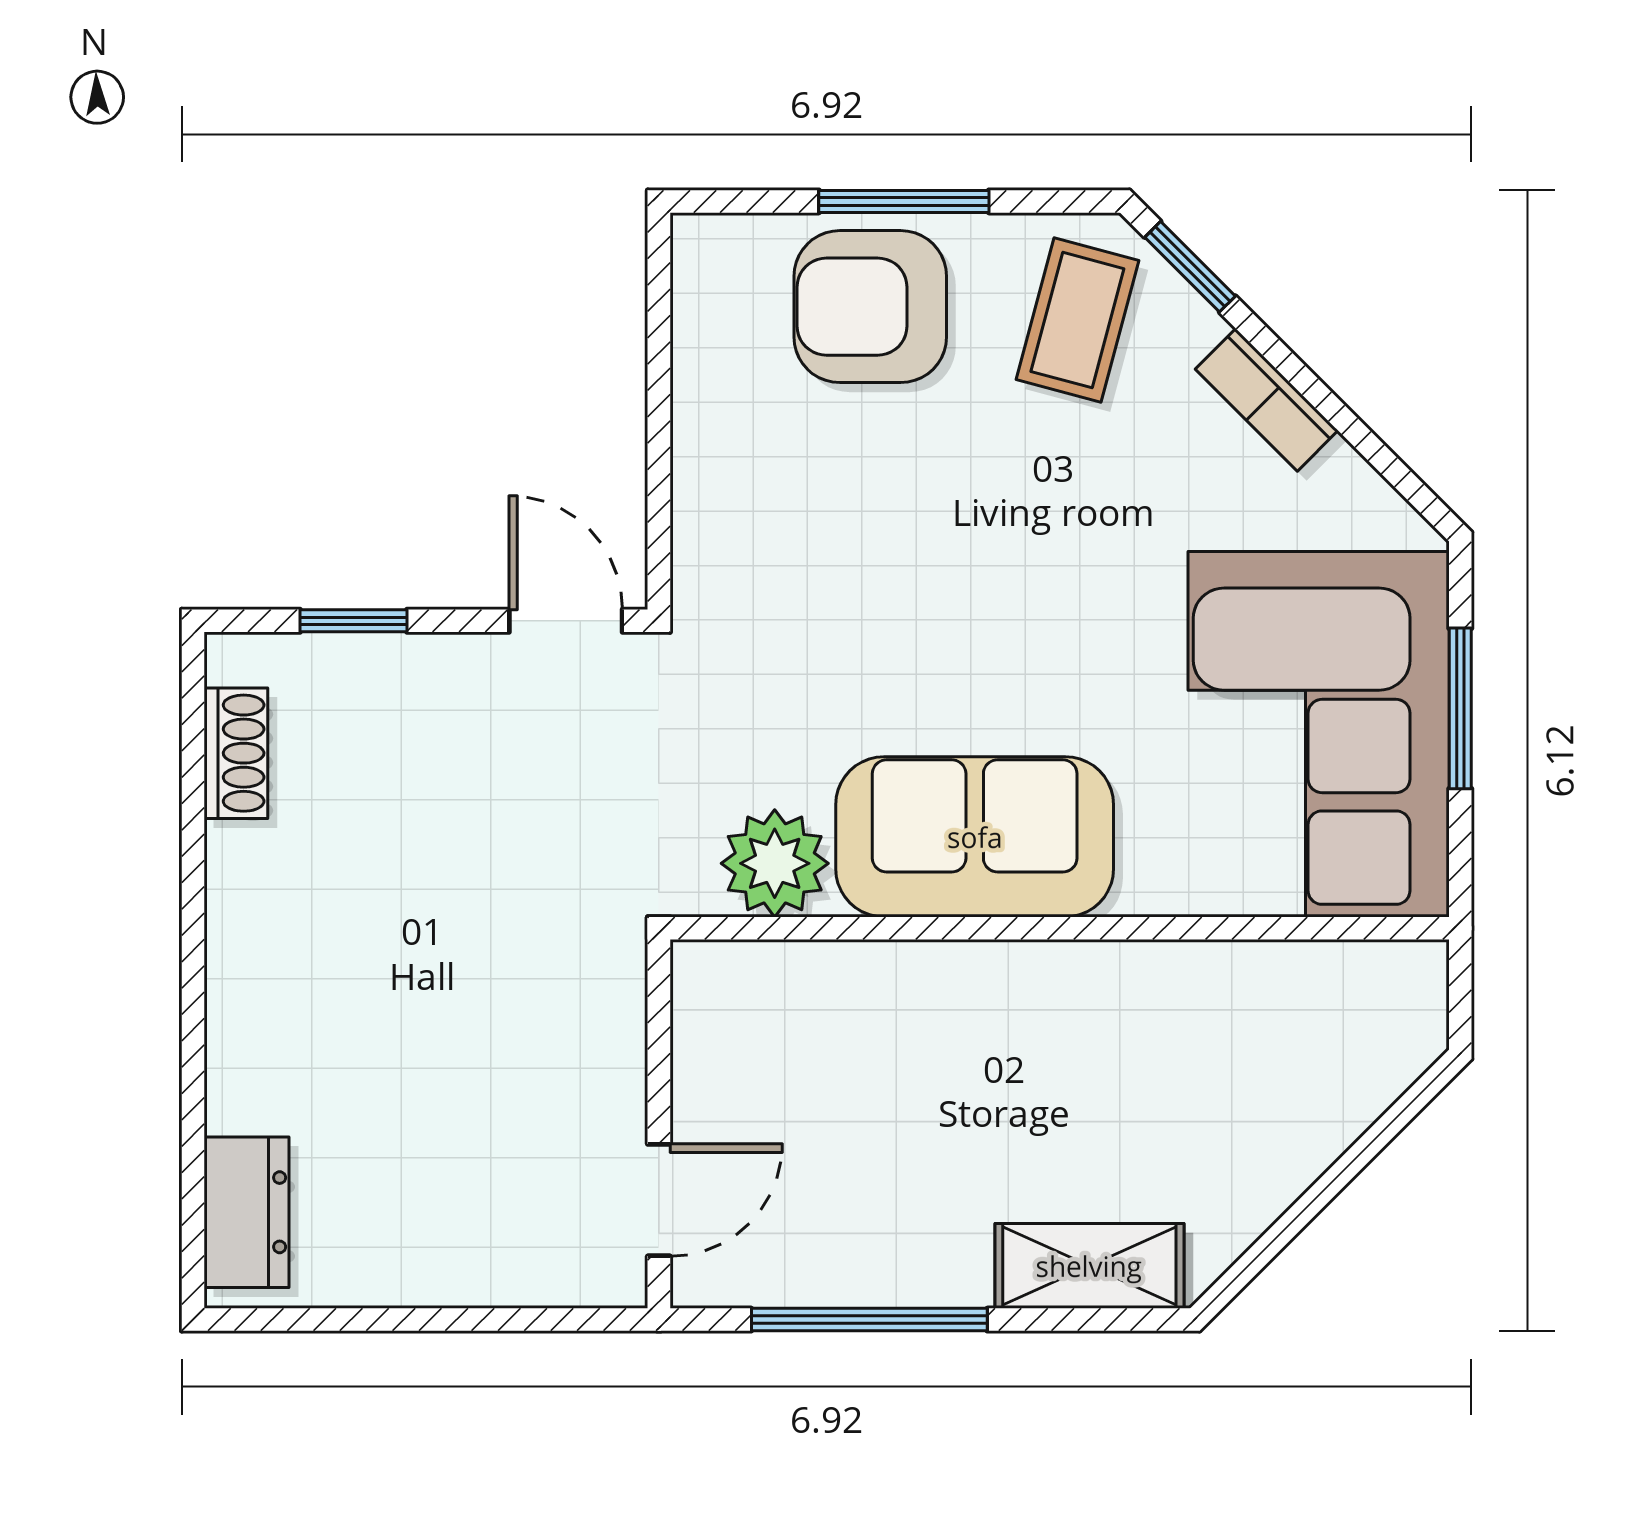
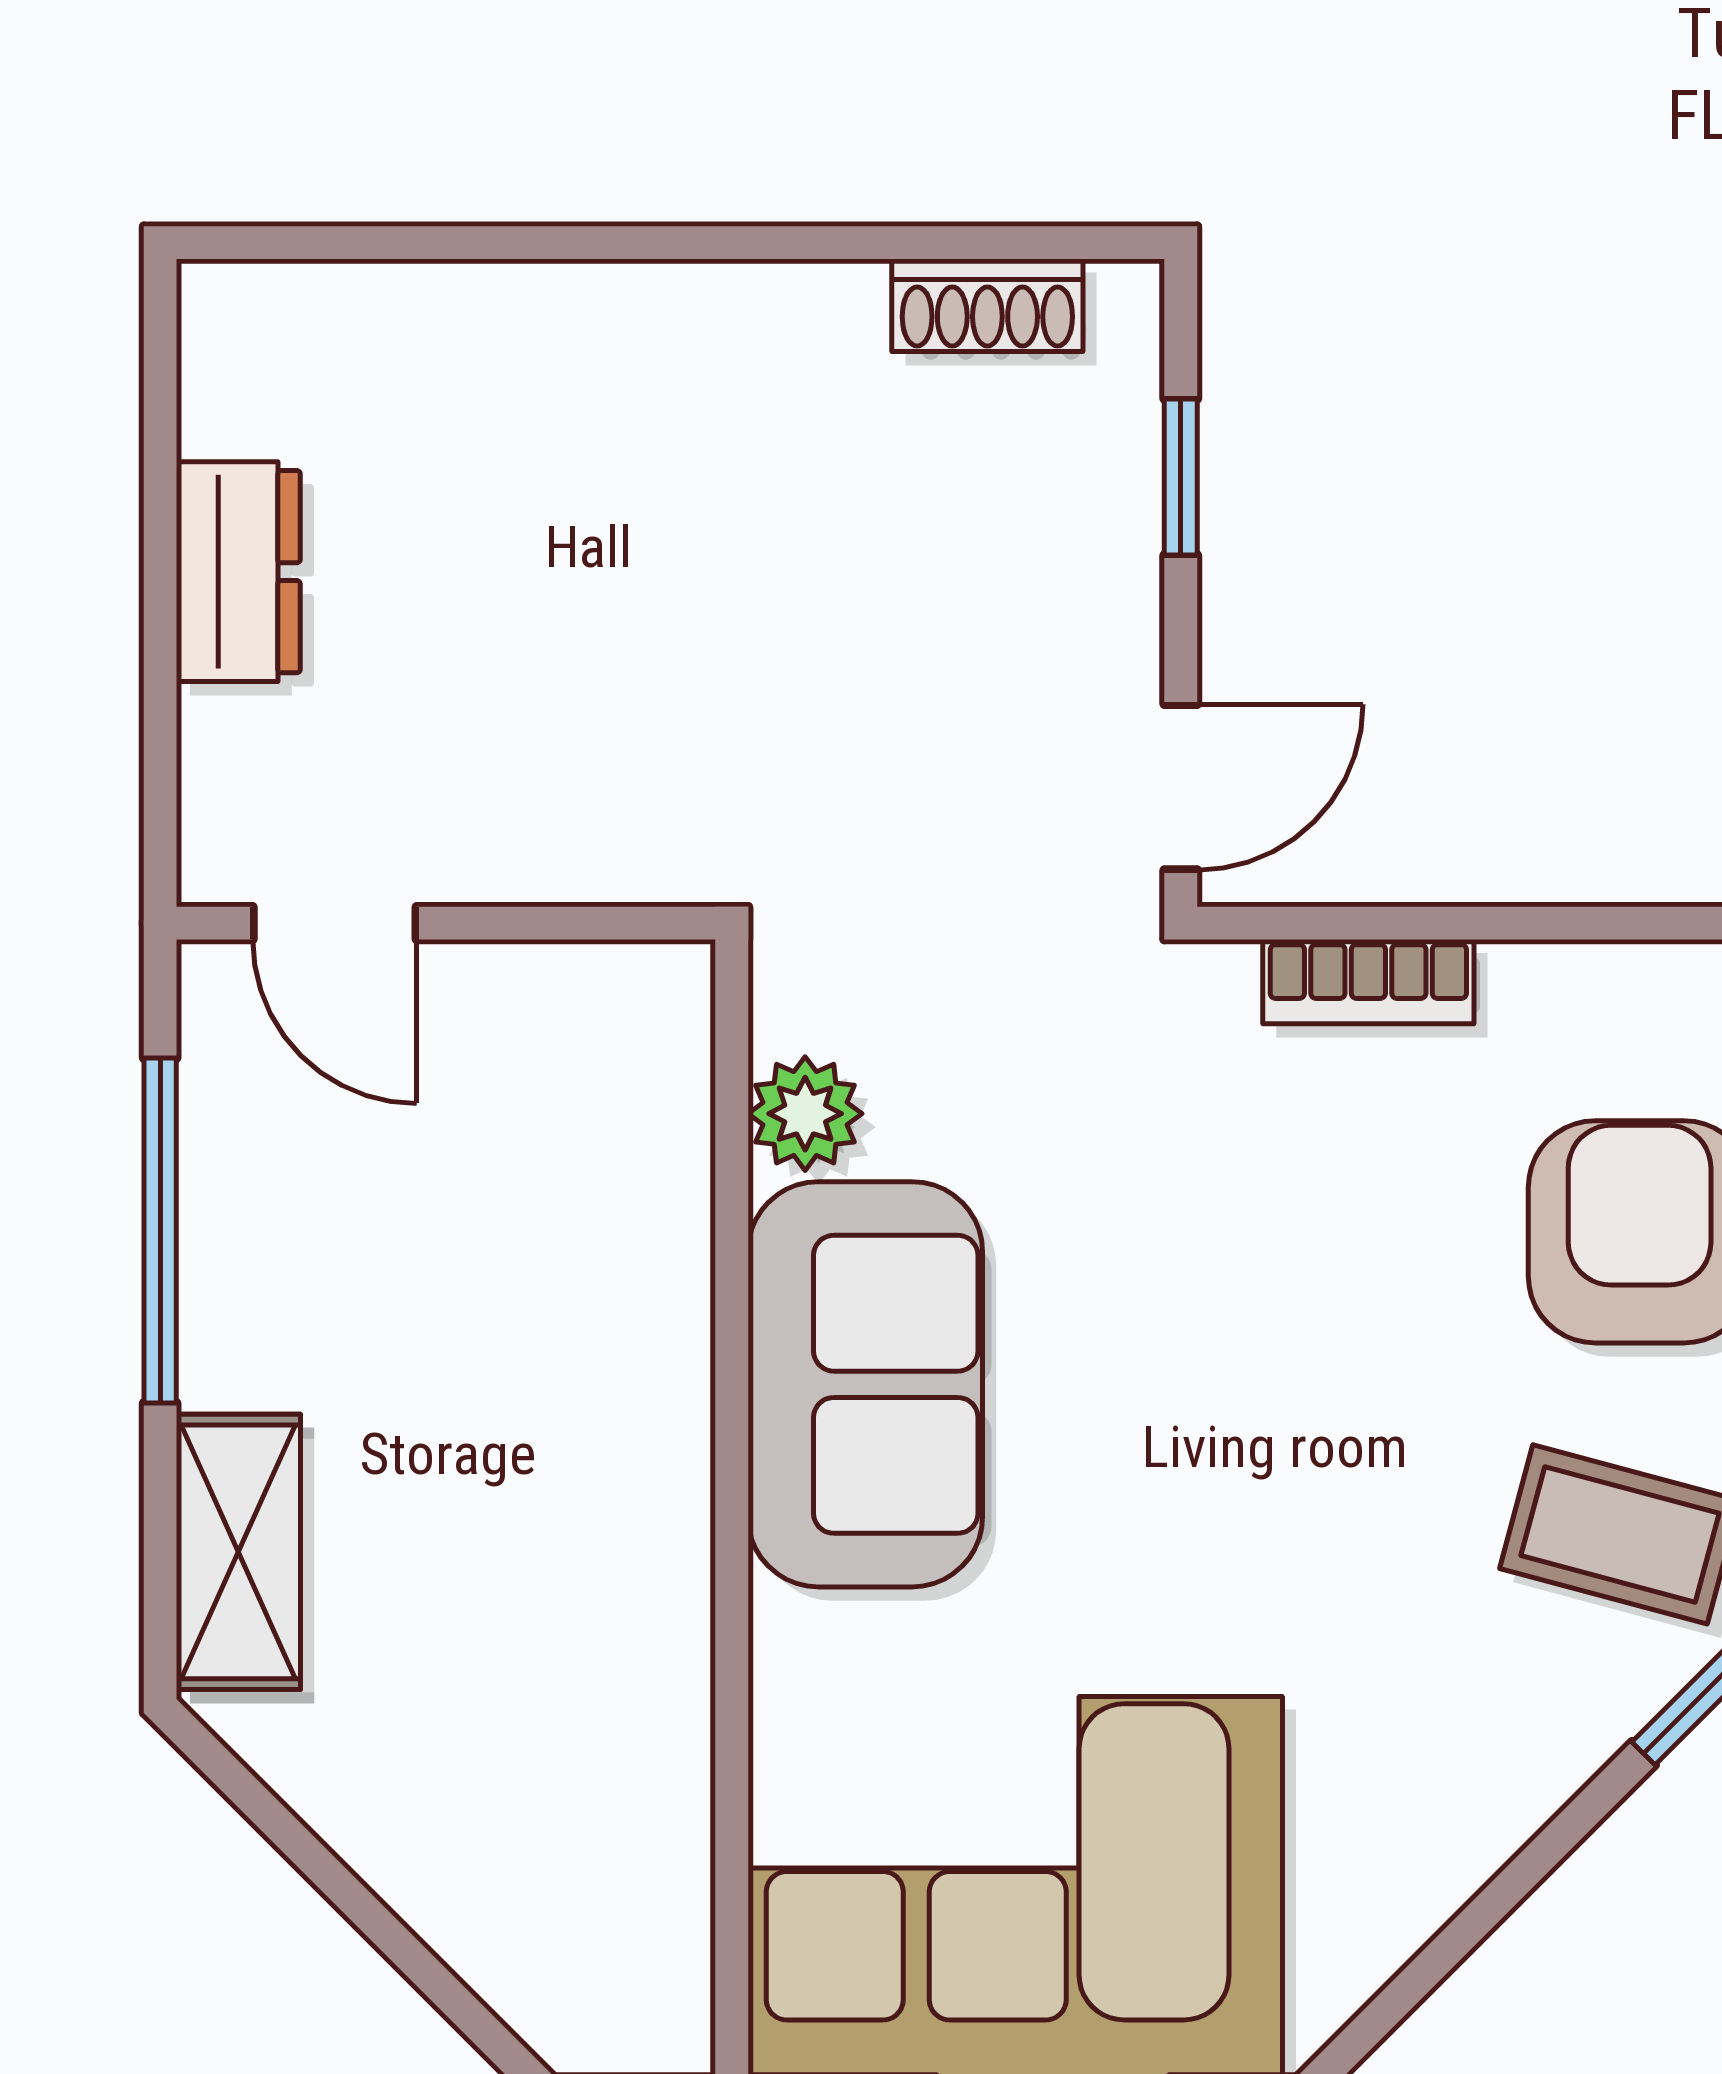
bookcase: (1267, 400) -> (1368, 982), moved, turned -135
plant: (775, 863) -> (805, 1114), width x0.73, depth x0.73
dresser: (247, 1212) -> (238, 572), moved, turned -90

